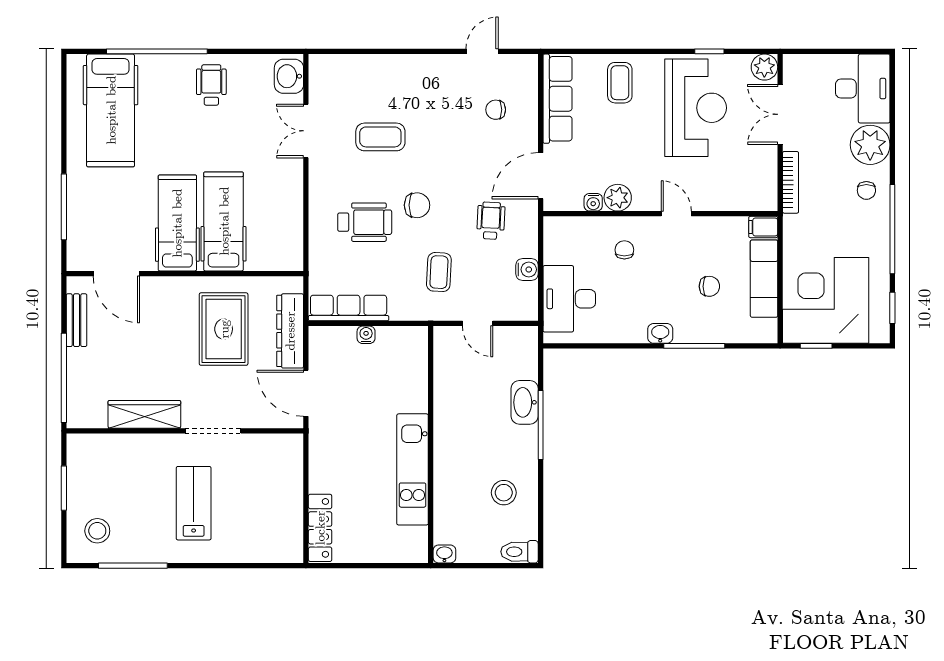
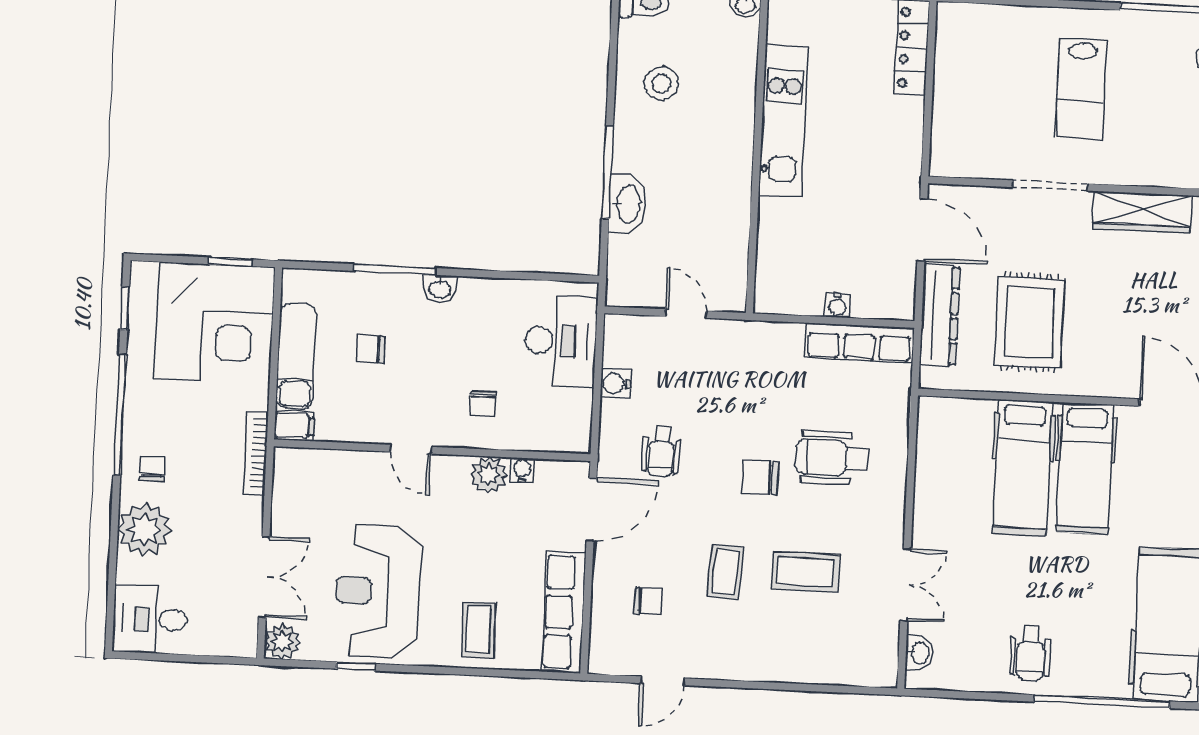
washbasin: (289, 76) -> (919, 653), width x0.72, depth x0.69
desk: (863, 89) -> (150, 619), width x0.73
bookcase: (791, 182) -> (256, 453), moved
coffee table: (439, 272) -> (726, 572), moved

